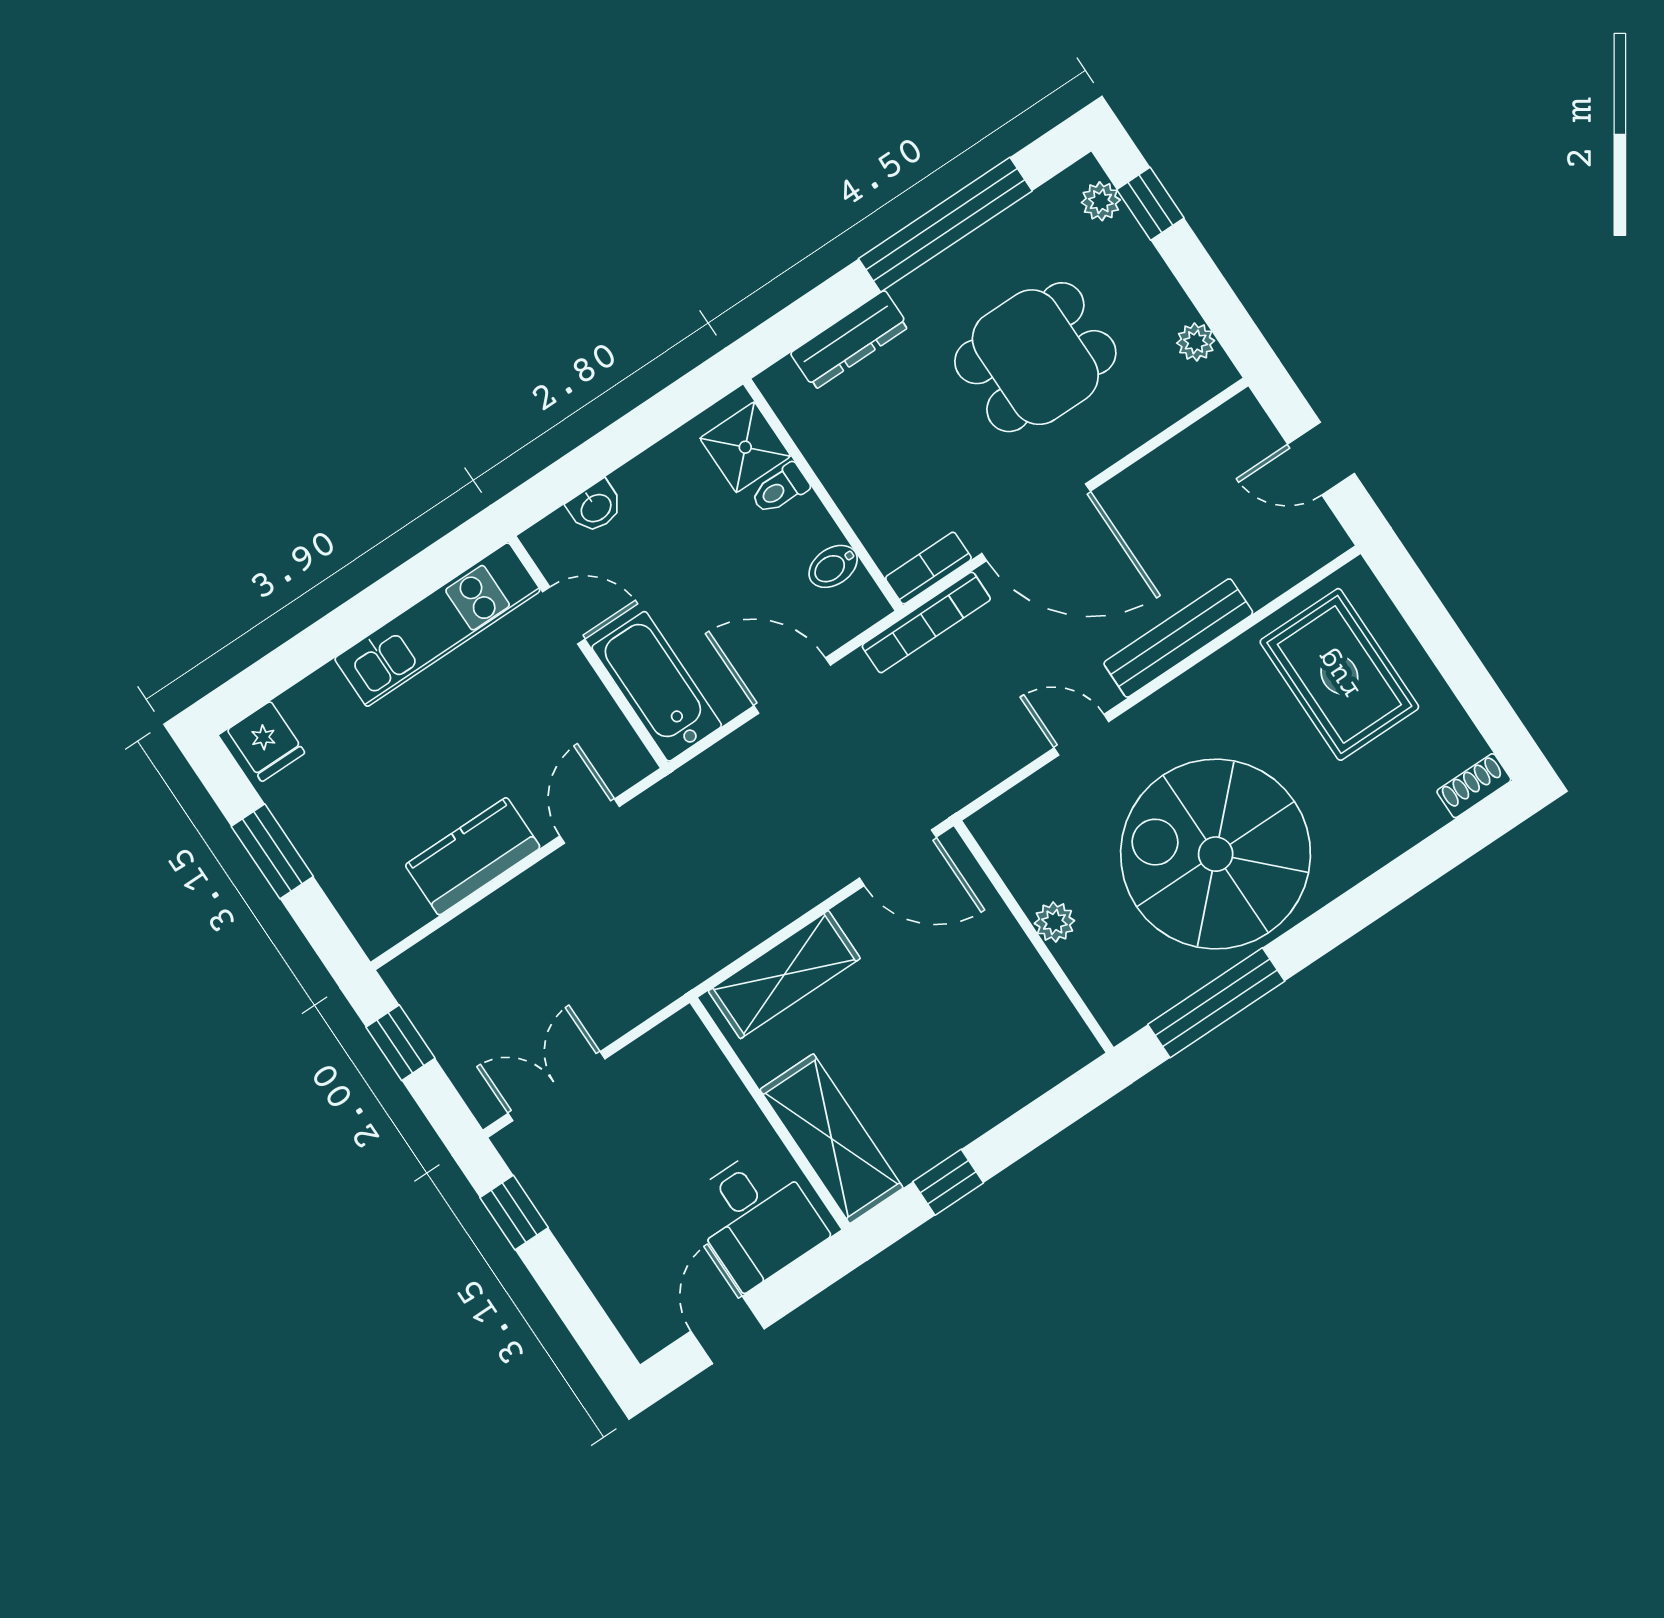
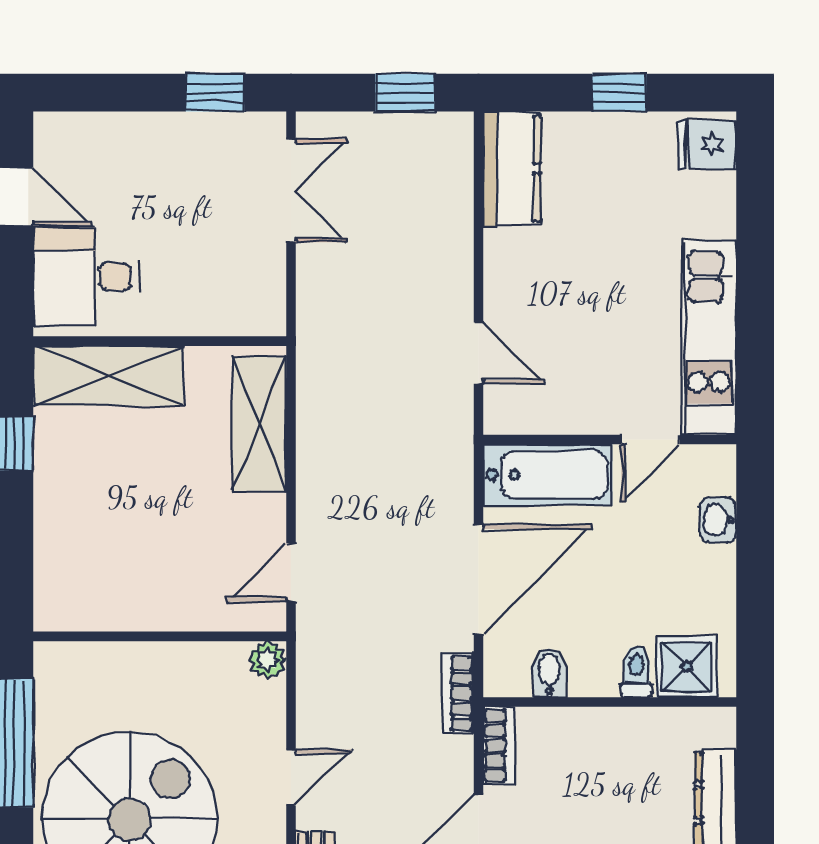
bookcase: (926, 622) -> (458, 693), width x0.64
door: (792, 686) -> (478, 580), width x1.36
window: (272, 851) -> (619, 93), width x0.67
kitchen counter: (473, 856) -> (512, 169), moved
door: (898, 858) -> (291, 572), width x0.73
plant: (1054, 922) -> (267, 660), moved

